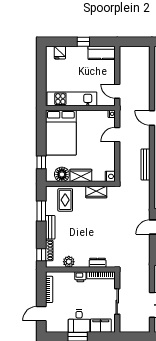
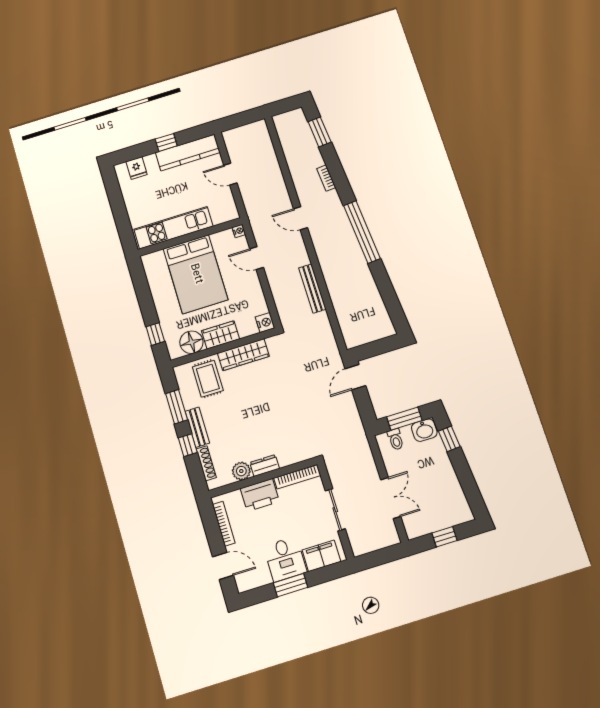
kitchen counter: (102, 53) -> (188, 153), width x1.50
door: (117, 91) -> (230, 174), moved
bed: (61, 133) -> (196, 274), moved
door: (117, 135) -> (257, 258), hinge flipped
wardrobe: (96, 192) -> (243, 355), width x1.50
window: (41, 255) -> (188, 445), moved
dresser: (98, 263) -> (265, 466), moved
printer: (80, 277) -> (260, 495), width x1.87, depth x1.48
door: (41, 314) -> (223, 566), swing flipped

